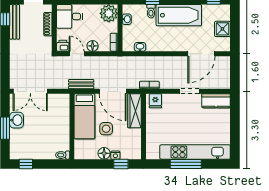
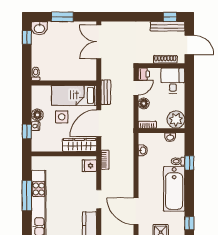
washbasin: (17, 120) -> (39, 28), moved

